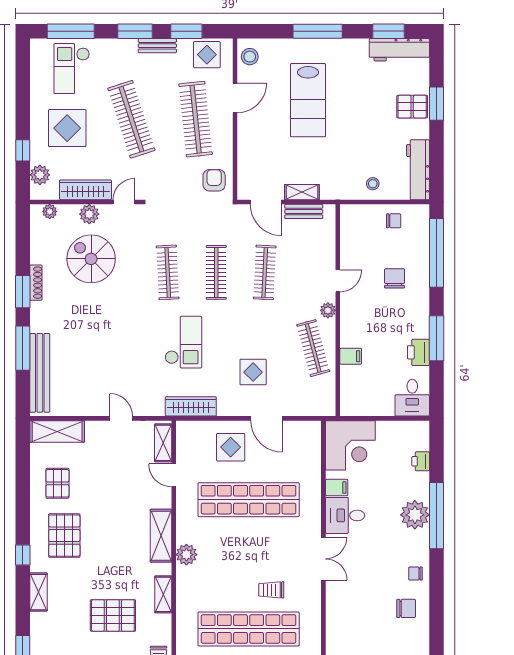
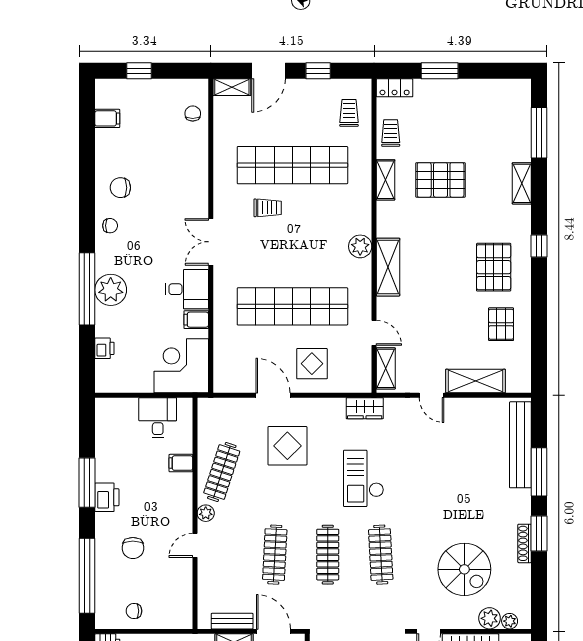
plant: (89, 214) -> (489, 618), moved
clothes rail: (313, 348) -> (222, 472), turned 33
printer: (418, 352) -> (107, 497), moved
display table: (253, 372) -> (287, 446), width x1.36, depth x1.36
desk: (412, 398) -> (158, 418), moved
wardrobe: (191, 406) -> (365, 408), width x0.67
shelving: (57, 431) -> (476, 381), moved
shelving: (39, 592) -> (522, 183), moved
shelving: (163, 594) -> (386, 180), moved

